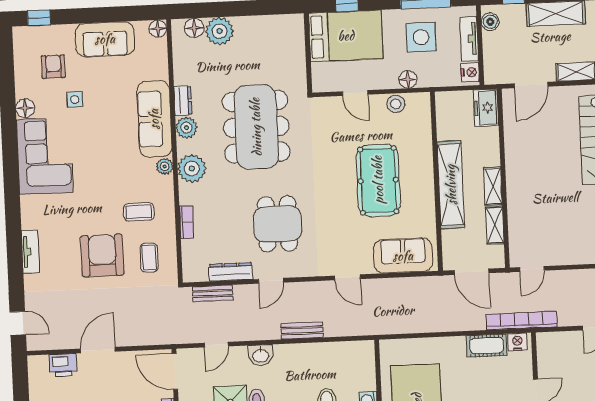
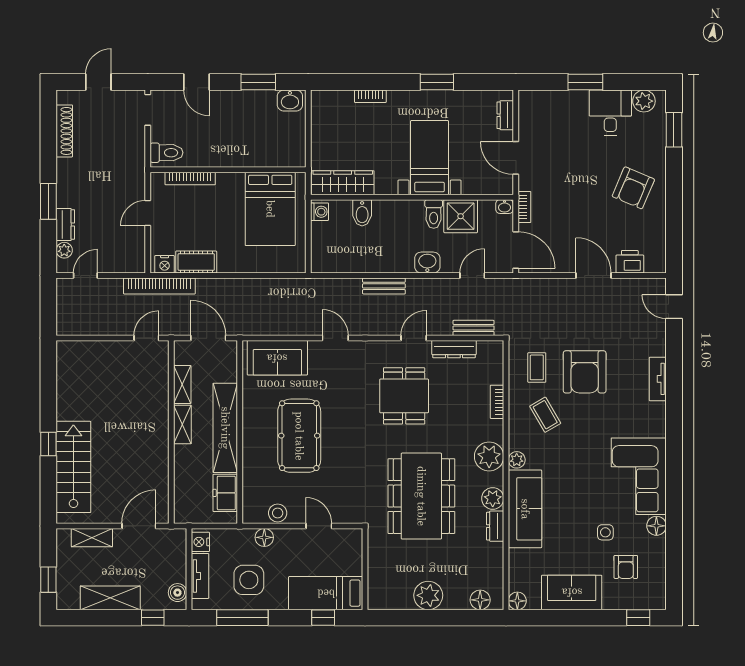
plant: (220, 31) -> (428, 595), moved
bed: (346, 36) -> (326, 593), width x0.67
freezer: (486, 108) -> (225, 493), moved, turned 180
coffee table: (139, 212) -> (545, 415), turned 60
door: (98, 350) -> (593, 275), swing flipped

